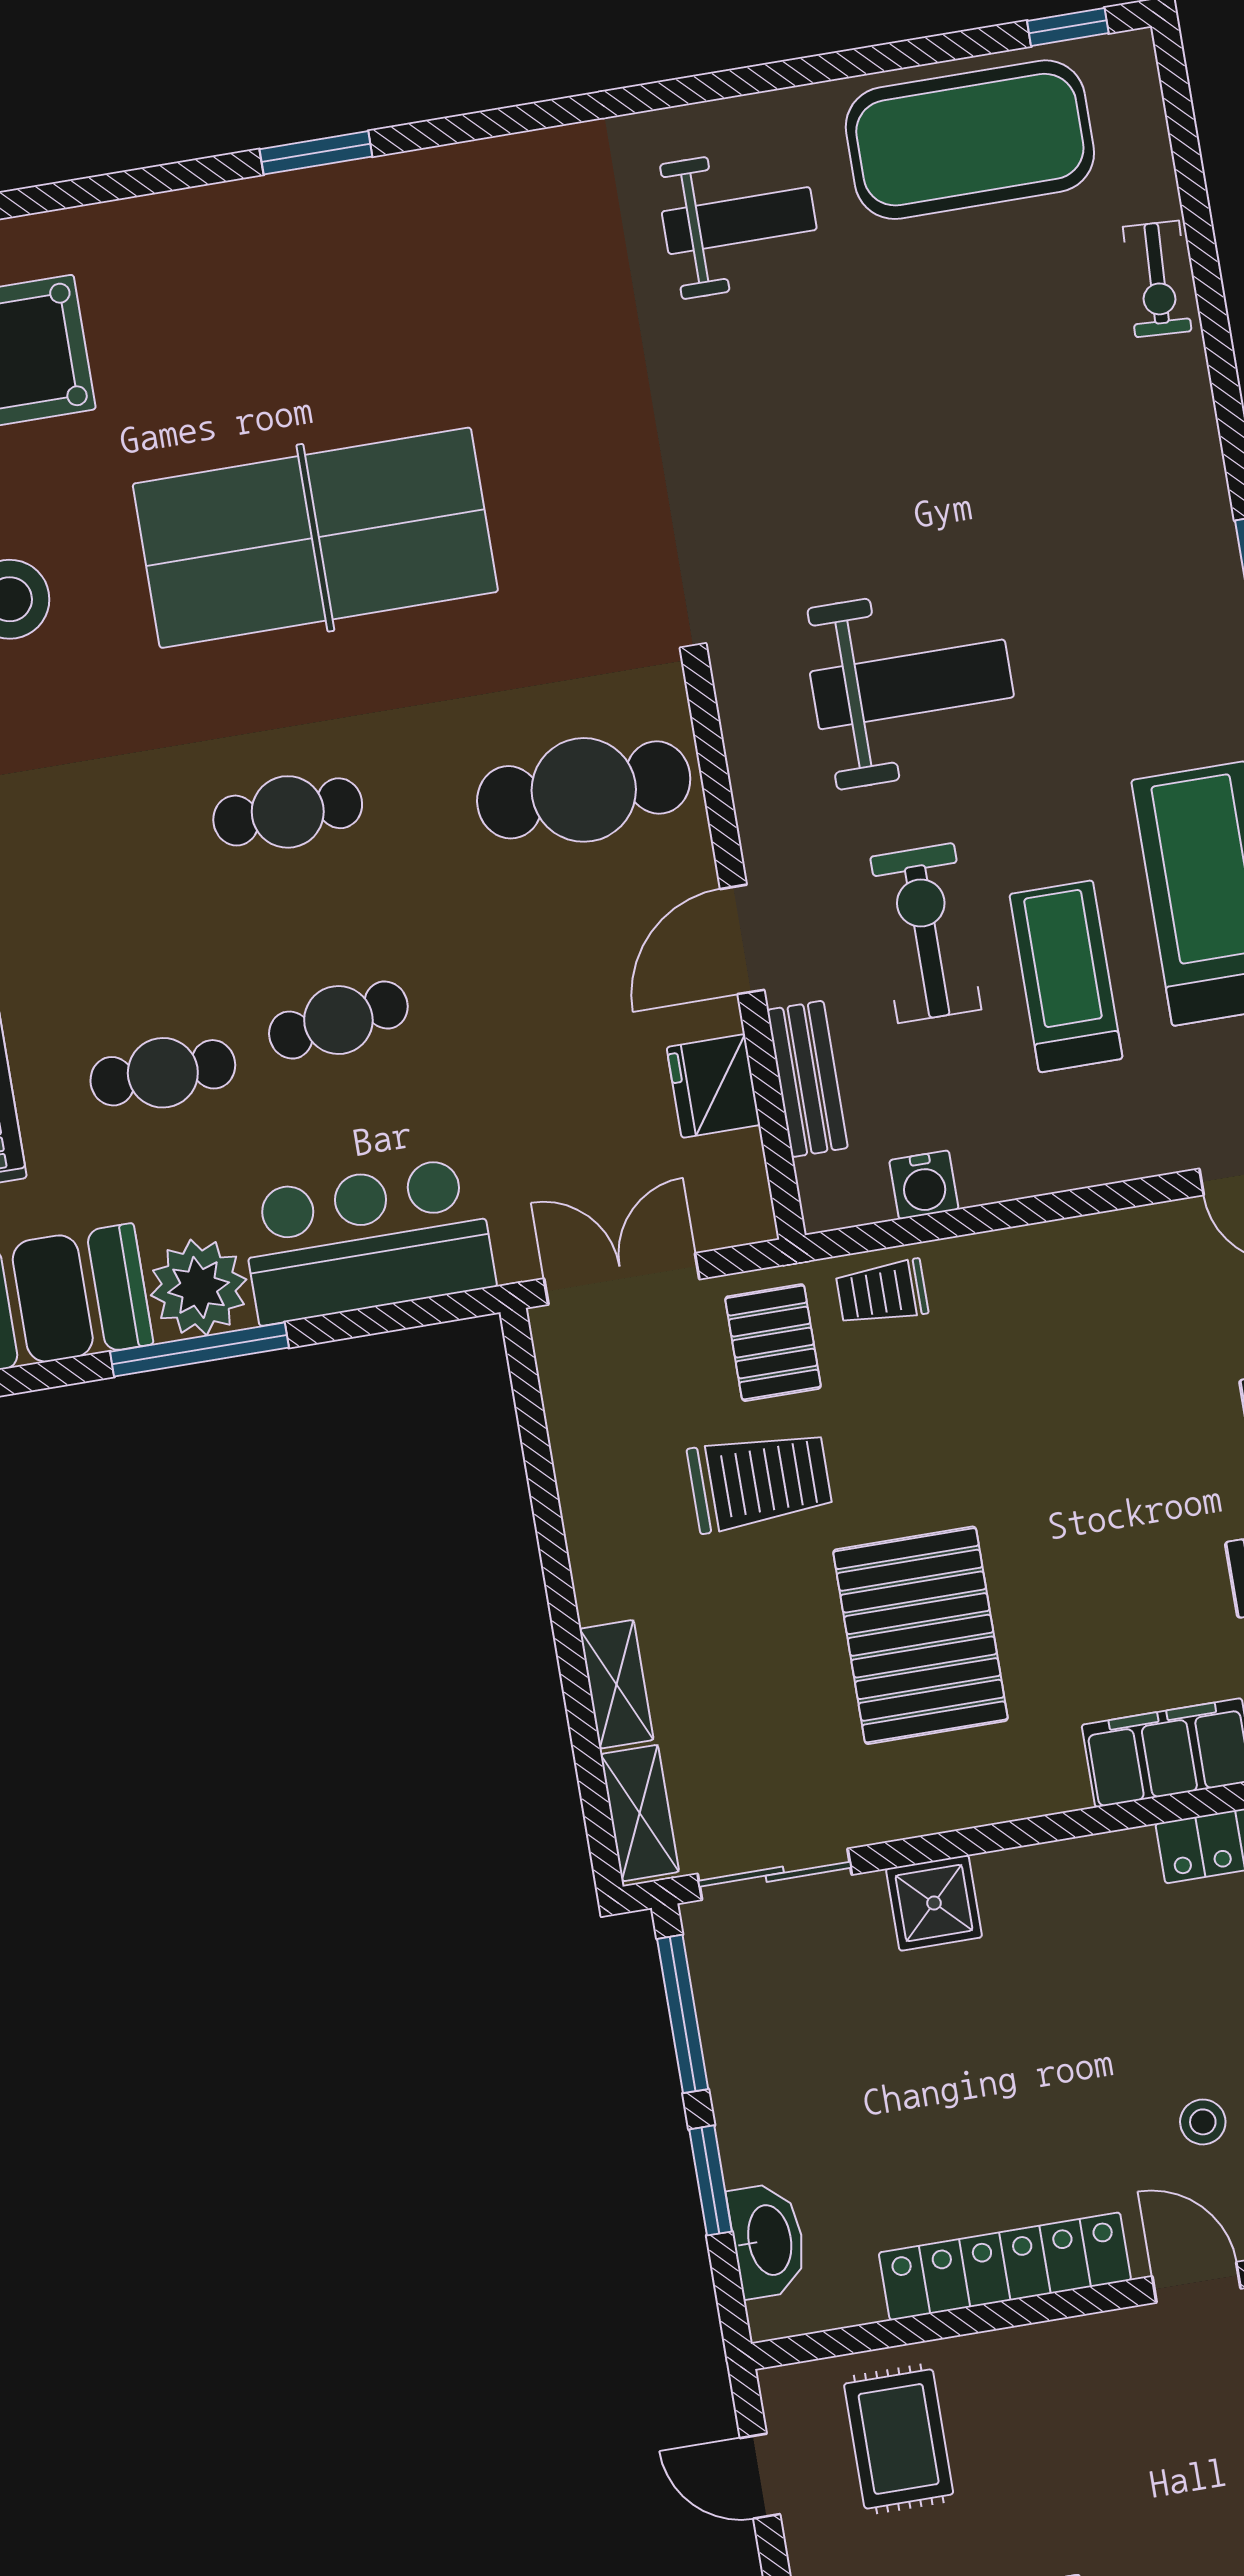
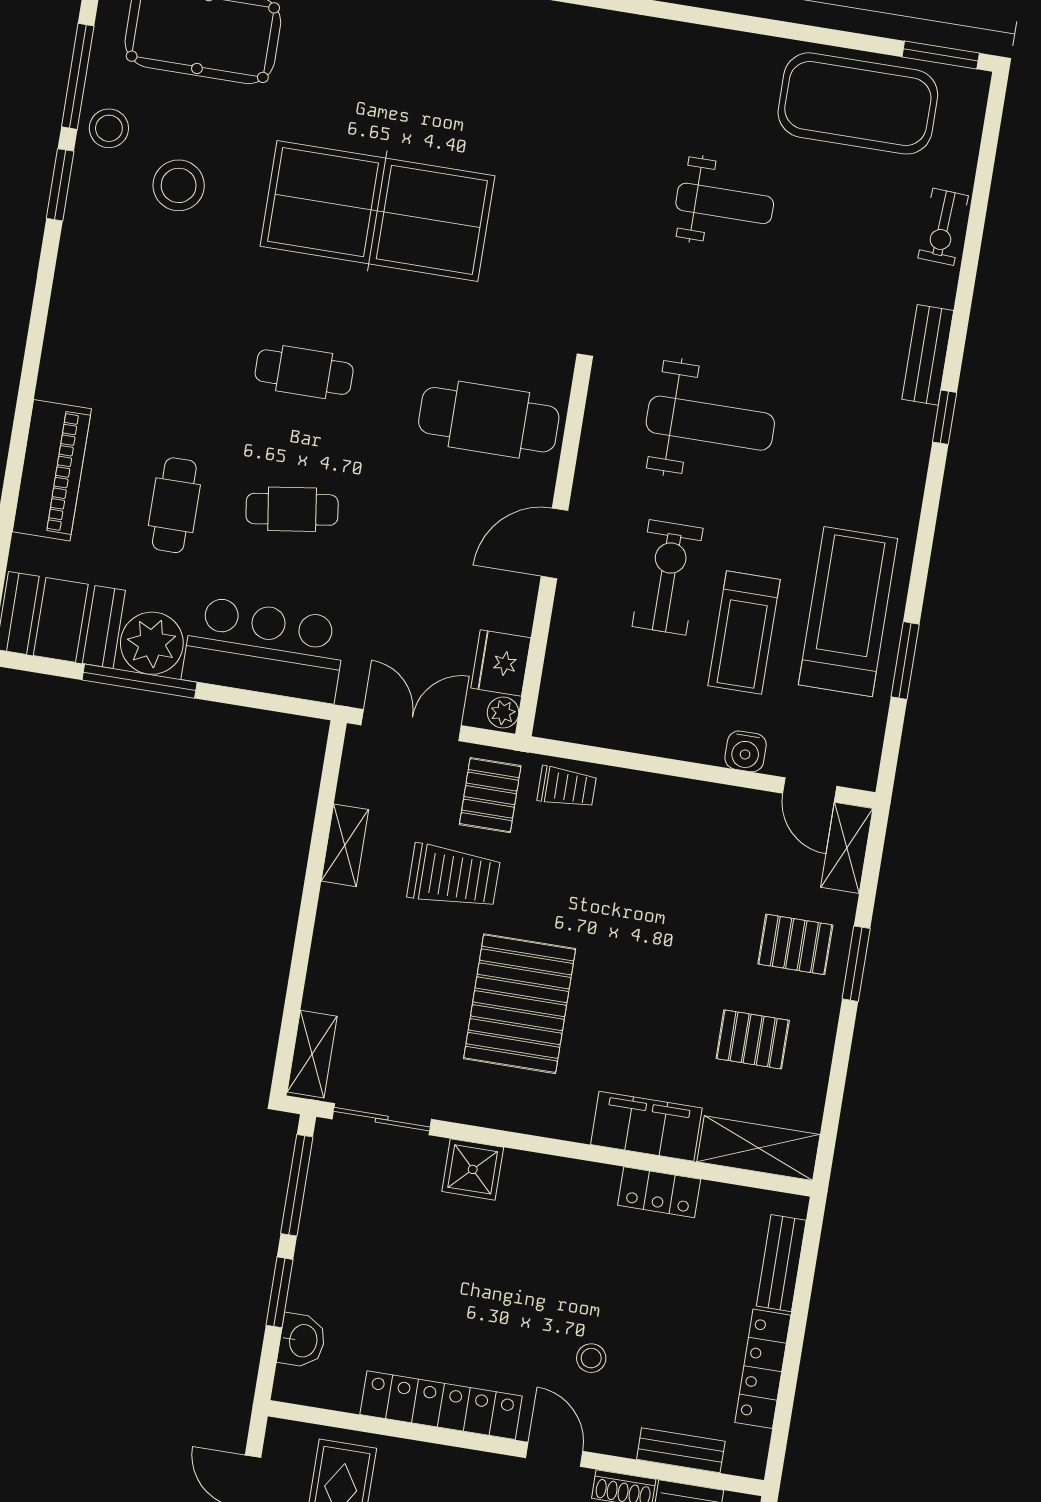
window: (1068, 27) -> (941, 55), width x1.50
weight bench: (739, 221) -> (725, 203), moved
treadmill: (1066, 976) -> (744, 633), turned 180
cafe table: (163, 1073) -> (174, 505), turned 90
bench: (807, 1079) -> (928, 355), moved
fridge: (713, 1086) -> (501, 663), moved
water cooler: (924, 1185) -> (746, 751), moved
plant: (751, 1214) -> (503, 712), added
trolley: (882, 1293) -> (567, 787), turned 180
shelving: (617, 1684) -> (345, 845), moved
washbasin: (768, 2240) -> (302, 1341), width x0.72

